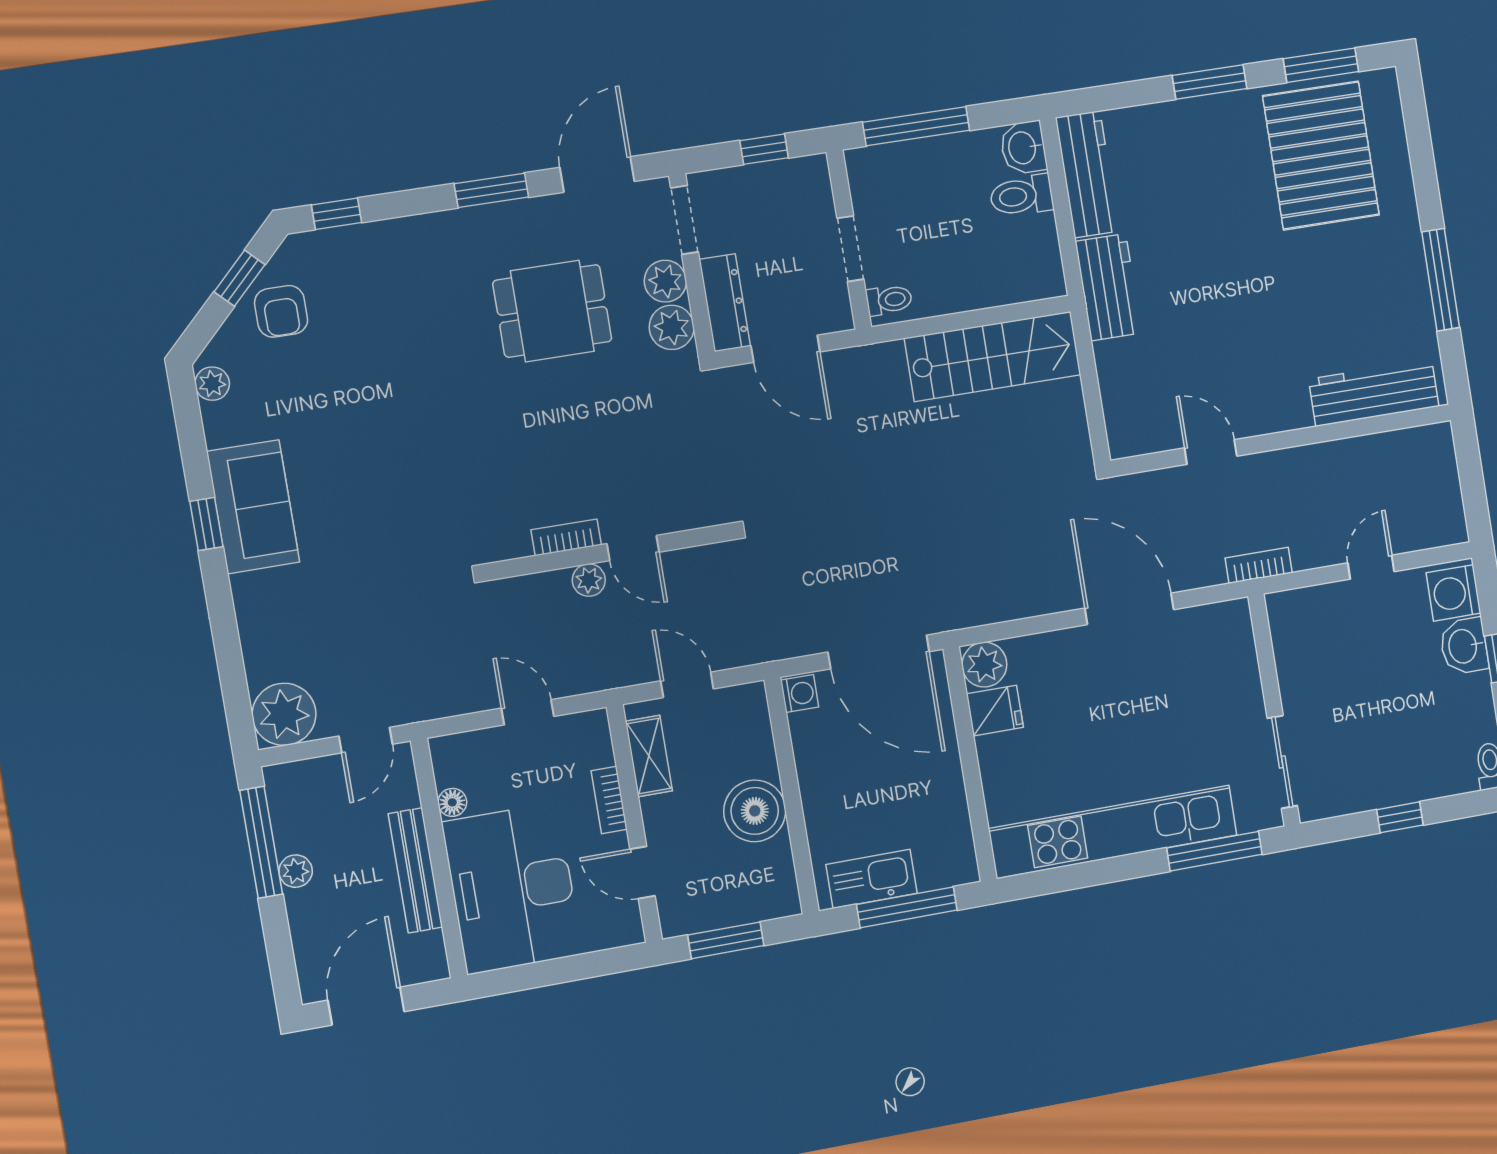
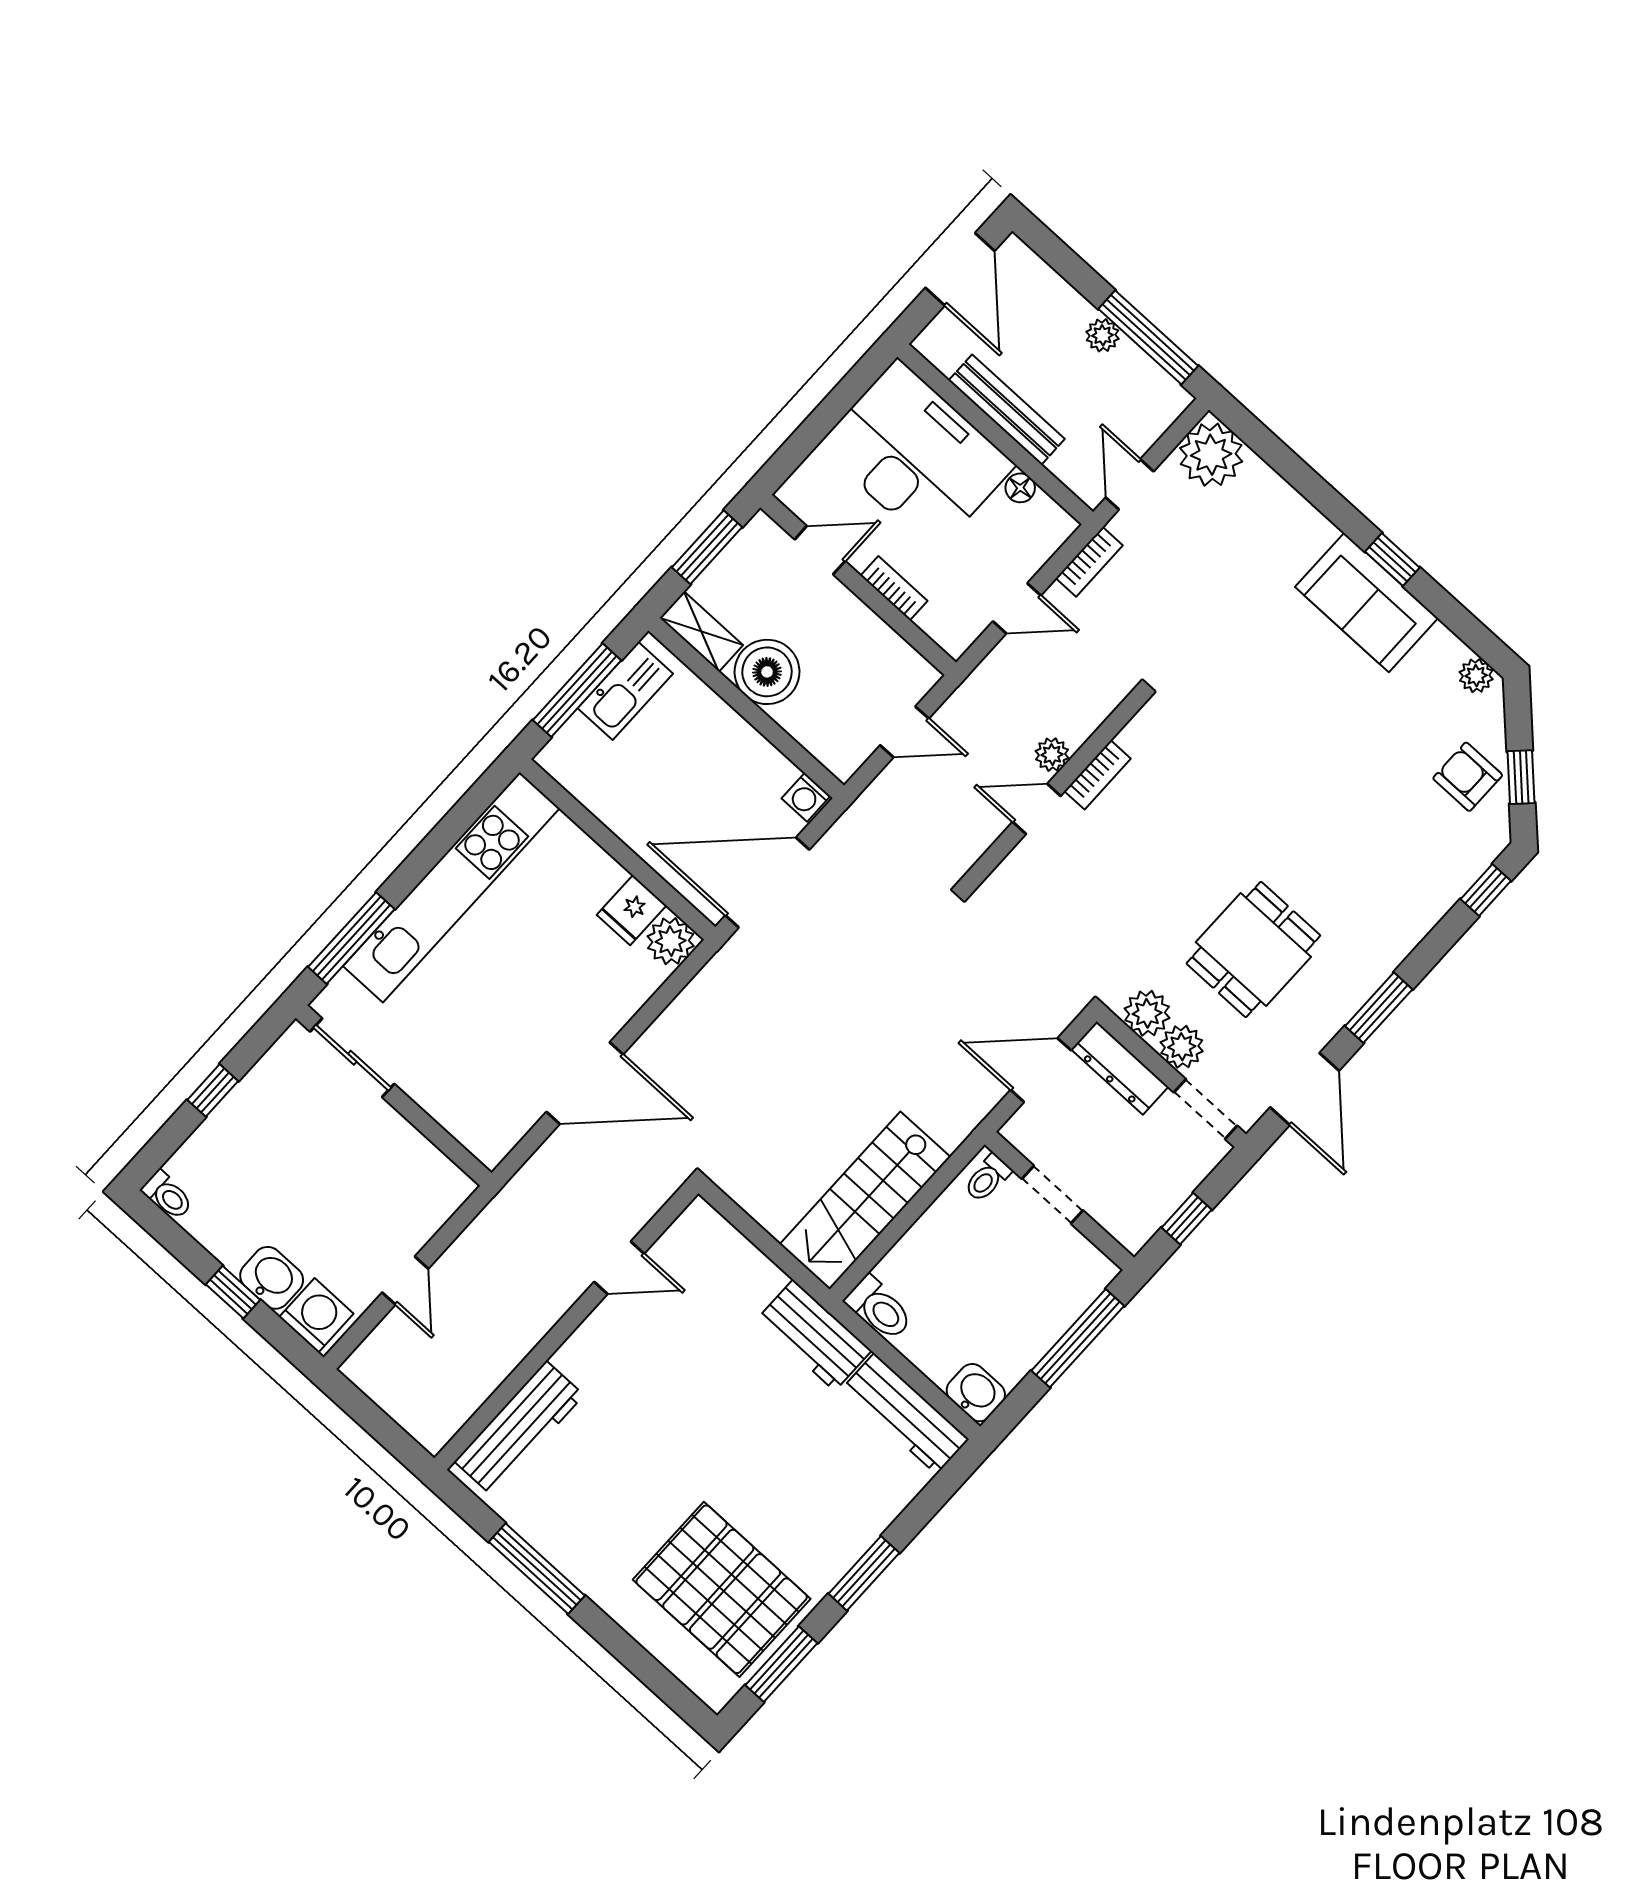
toilet: (1021, 196) -> (879, 1308), moved, turned 90
bookcase: (1259, 565) -> (1089, 562), moved
shelving: (649, 756) -> (701, 632), moved

